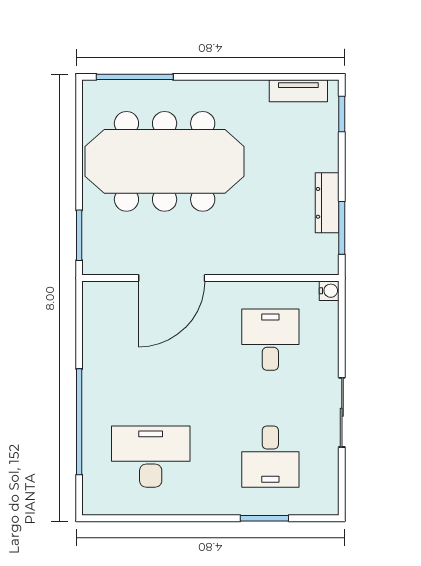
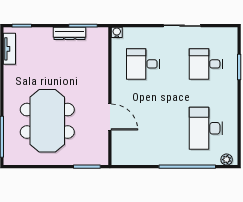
meeting table: (165, 161) -> (47, 121), width x0.73
door: (172, 278) -> (110, 117), width x0.73
desk: (270, 457) -> (206, 64), turned 180
plant: (92, 495) -> (227, 160), added

